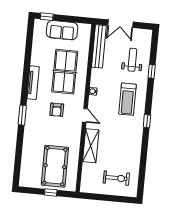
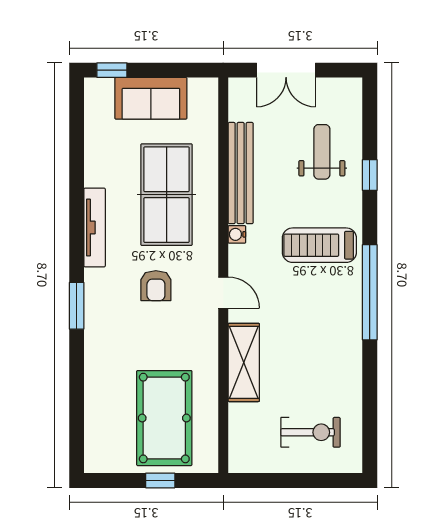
bench: (99, 46) -> (241, 173), moved
treadmill: (128, 99) -> (319, 245), turned 90
window: (147, 121) -> (370, 292), width x3.17

